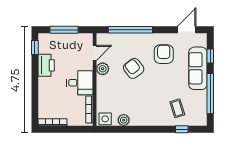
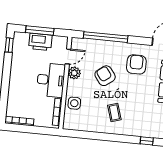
printer: (46, 65) -> (40, 42), moved, turned 90
desk: (80, 83) -> (51, 80), width x1.37
coffee table: (177, 108) -> (114, 113), moved
side table: (105, 119) -> (74, 103), moved
plant: (124, 120) -> (90, 126), removed

